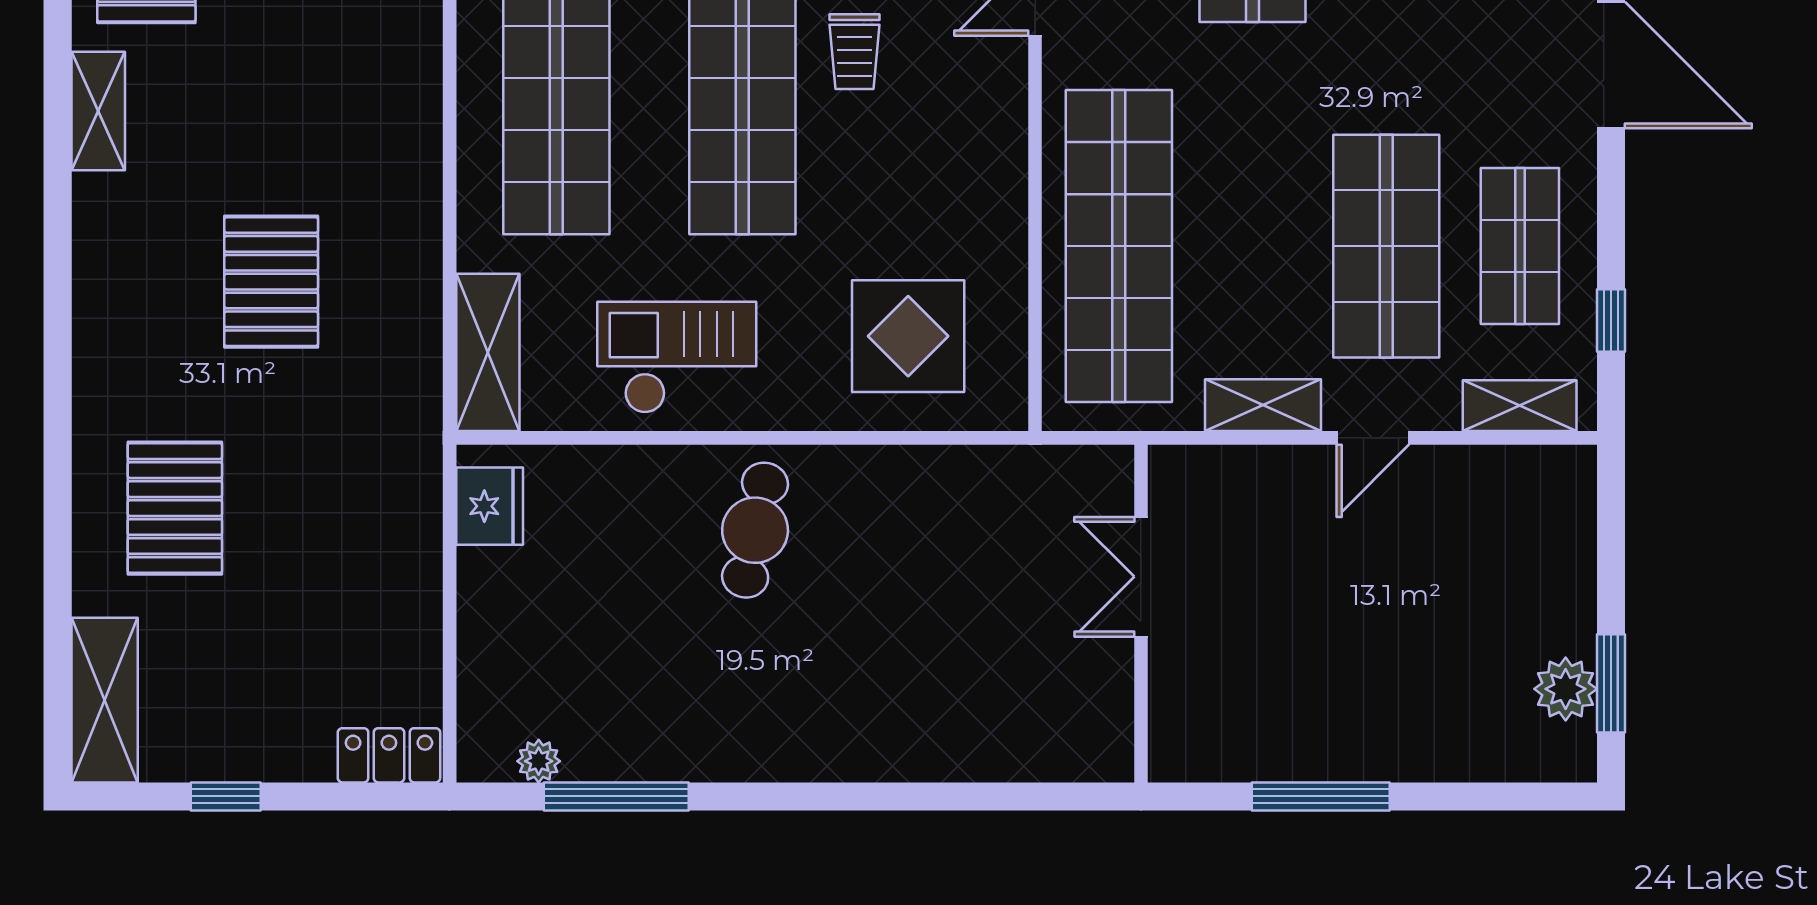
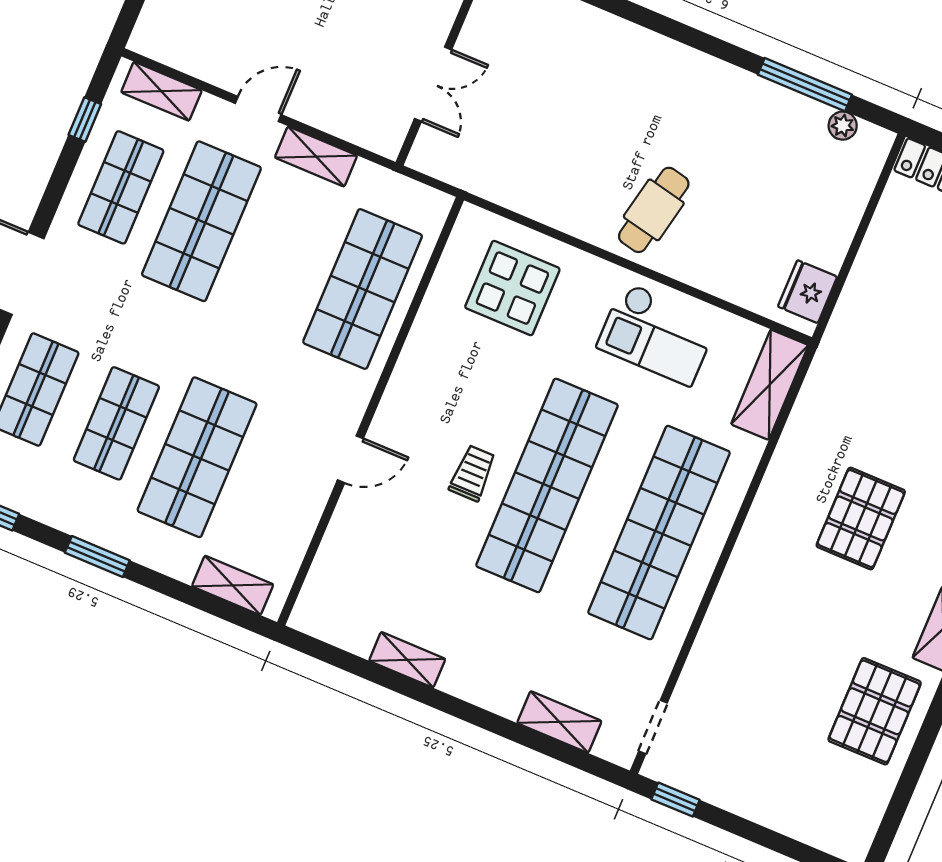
shop shelf: (1119, 246) -> (363, 289), width x0.71
pallet: (271, 282) -> (861, 518), moved

